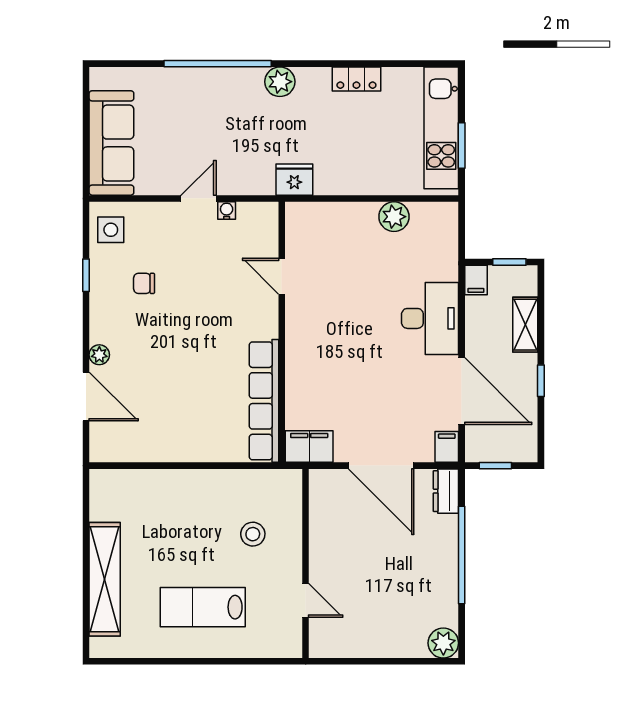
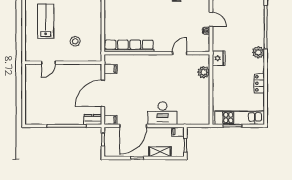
plant: (394, 217) -> (204, 72), moved
filing cabinet: (309, 447) -> (111, 69), width x0.50
plant: (443, 643) -> (31, 118), removed

